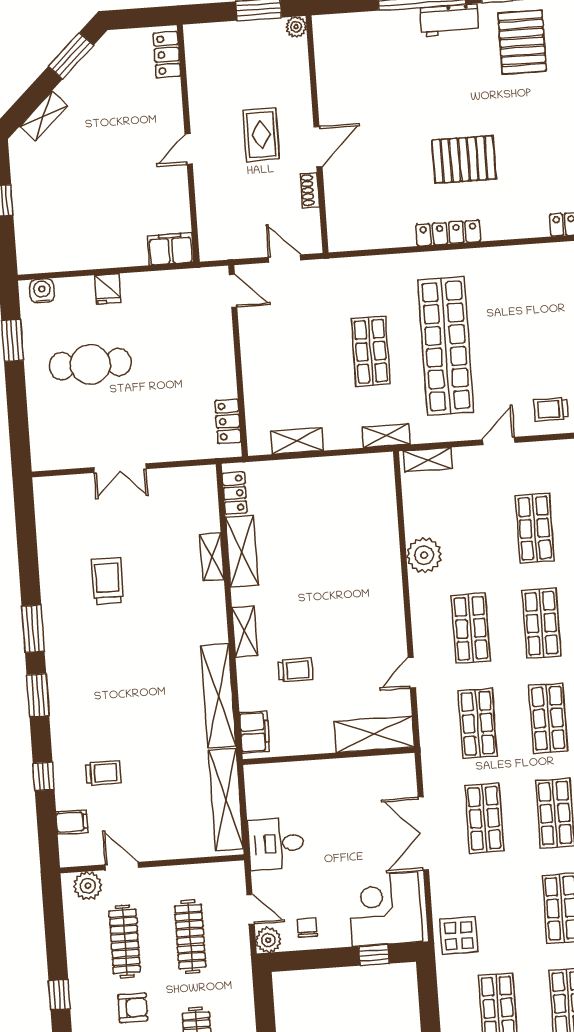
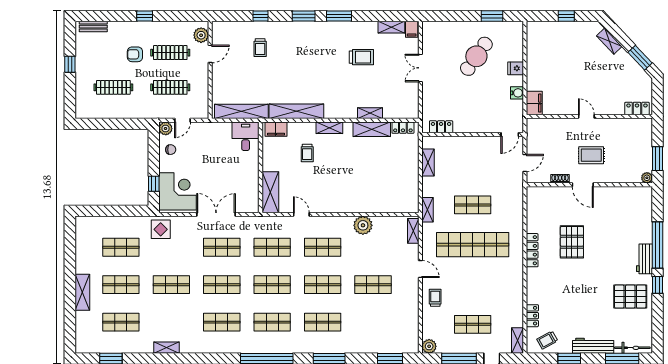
pallet: (464, 160) -> (572, 242), moved
water cooler: (42, 291) -> (517, 93), moved
cafe table: (90, 364) -> (476, 56), turned 35
shelving: (47, 528) -> (391, 27), added
filing cabinet: (72, 822) -> (412, 29), moved
desk: (276, 844) -> (246, 136), moved
armchair: (133, 1008) -> (135, 54), turned 90

